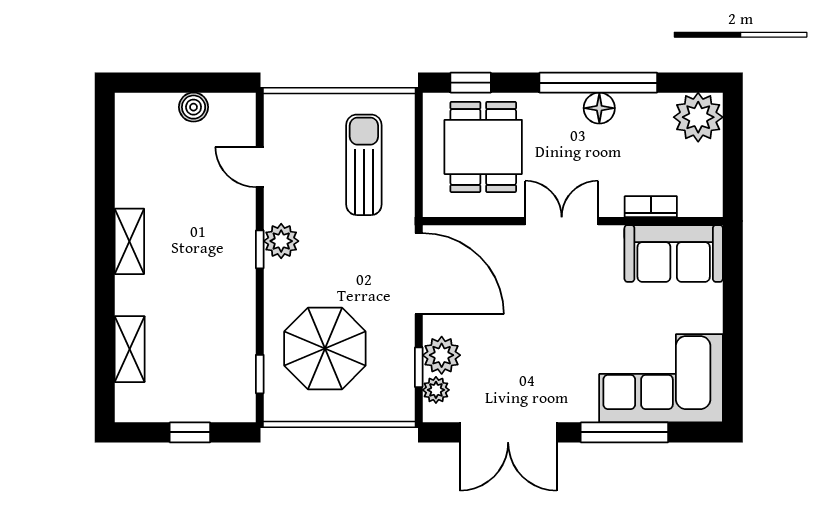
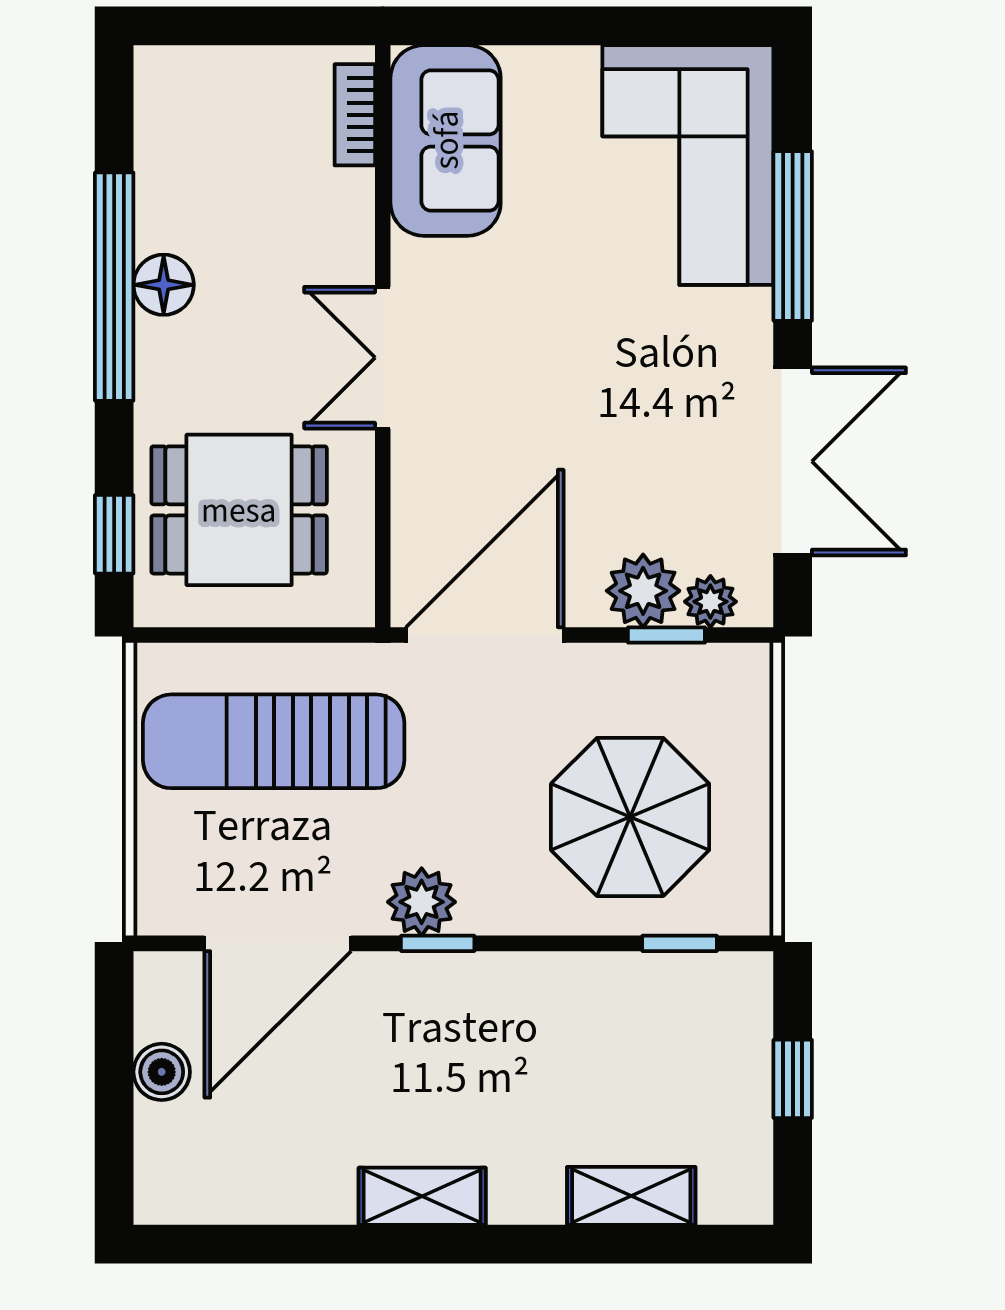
plant: (698, 117) -> (181, 93), removed
sun lounger: (364, 165) -> (274, 741), width x1.36, depth x1.34
door: (260, 167) -> (278, 943), width x1.87
bookcase: (651, 207) -> (355, 115), moved

